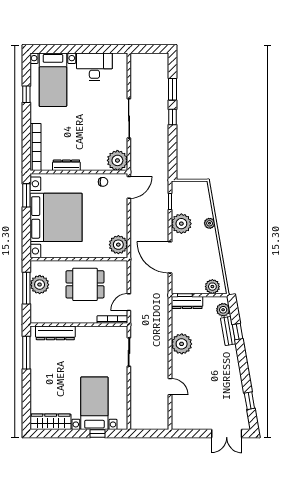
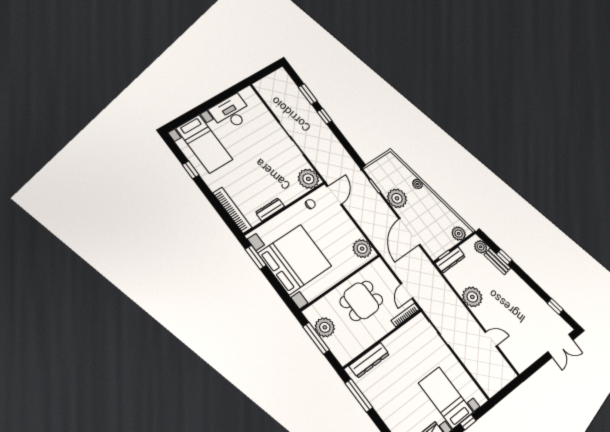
door: (170, 257) -> (409, 232), hinge flipped

